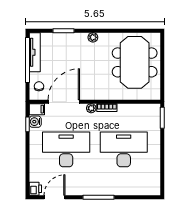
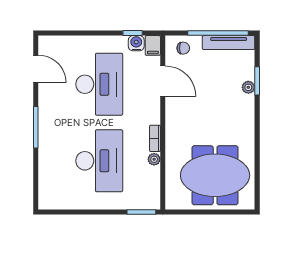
plant: (93, 37) -> (248, 87), moved
door: (64, 102) -> (163, 81), width x0.73
plant: (91, 108) -> (154, 159), moved
printer: (35, 189) -> (47, 43), removed

